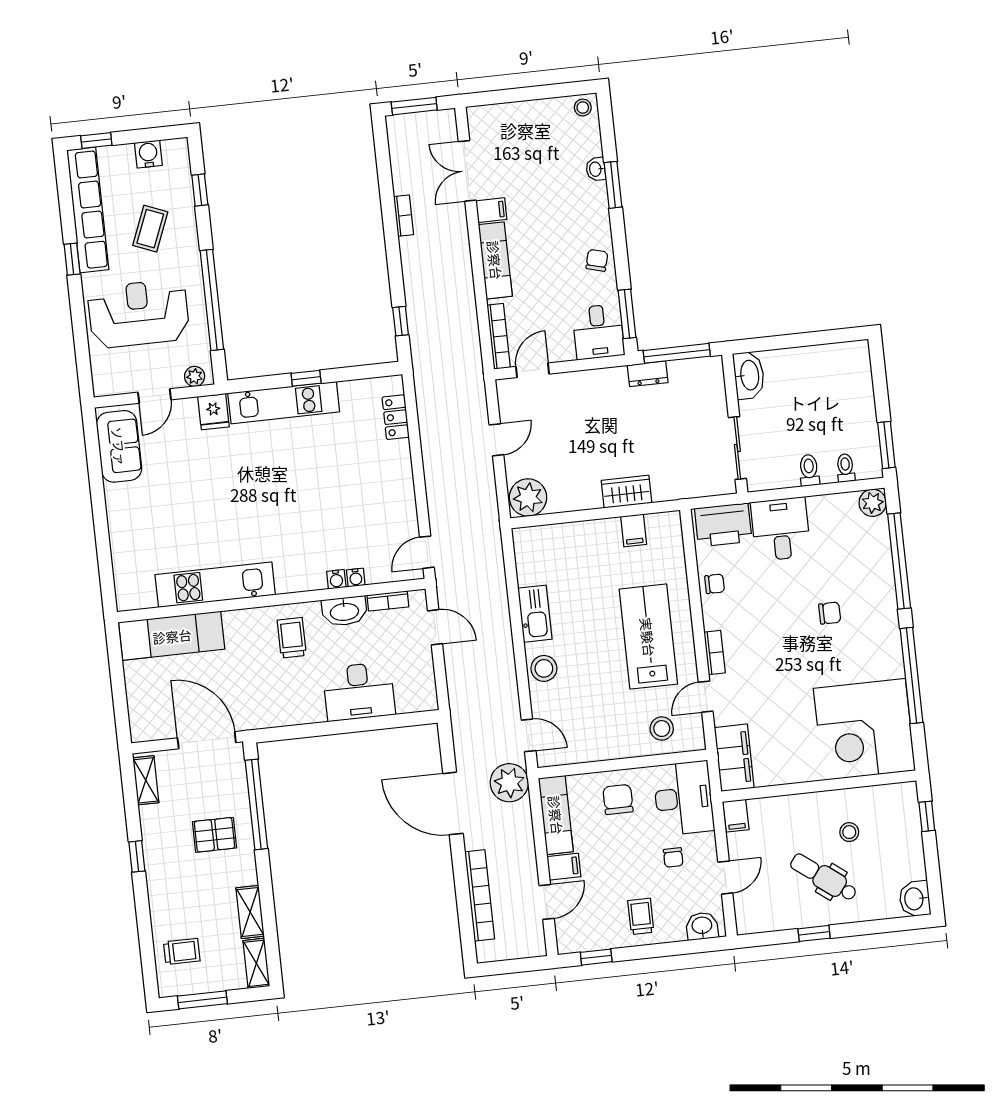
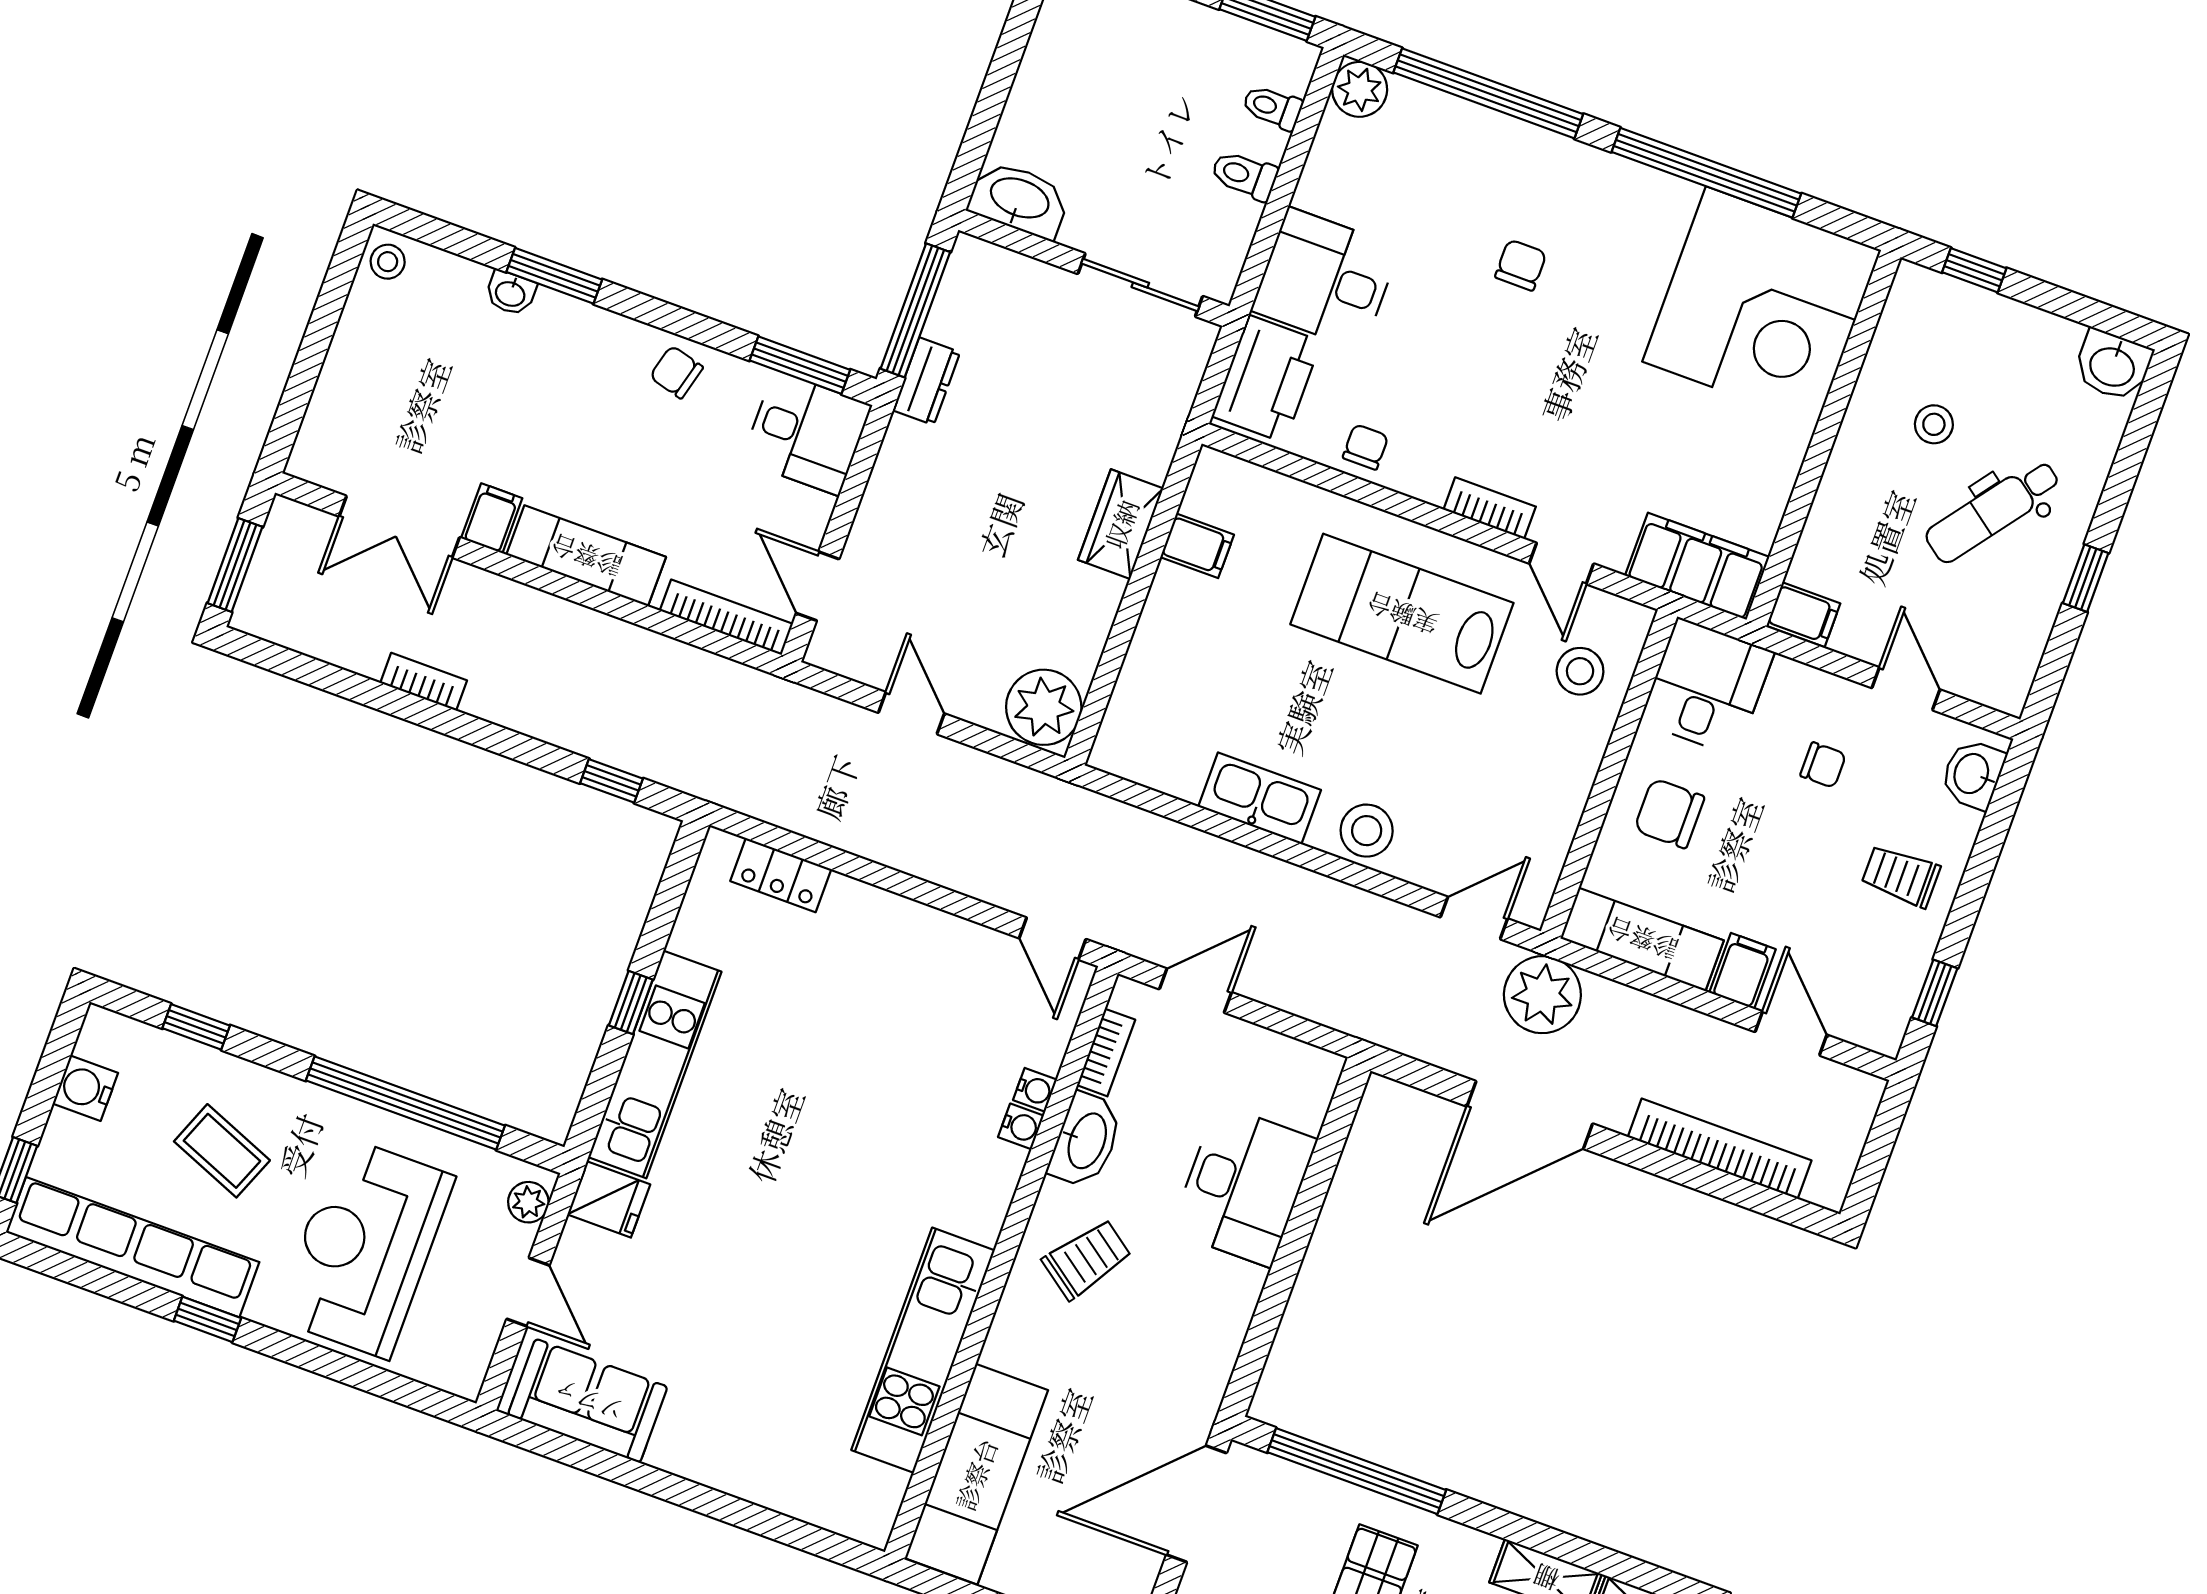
trolley: (292, 638) -> (1087, 1259), turned 126
desk: (684, 798) -> (1707, 687), width x0.73

